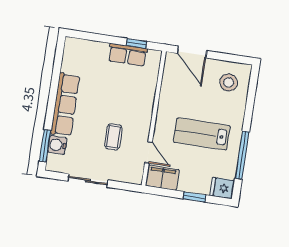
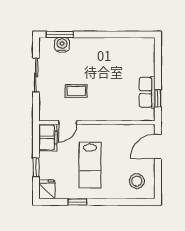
row of seats: (65, 105) -> (97, 46), removed
lab bench: (202, 134) -> (90, 165), turned 180
window: (242, 155) -> (77, 202), width x0.46

